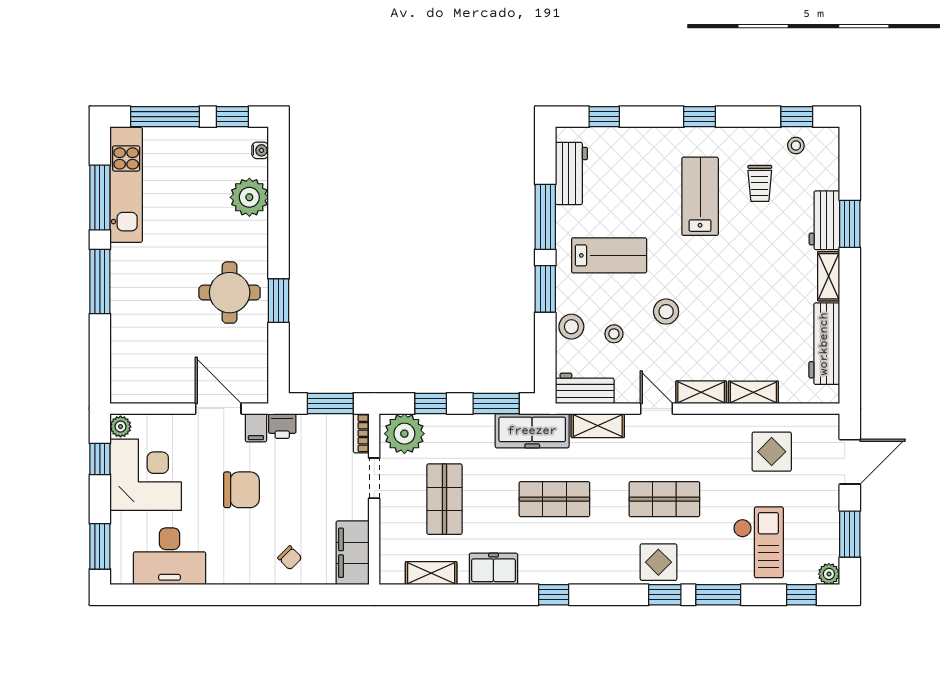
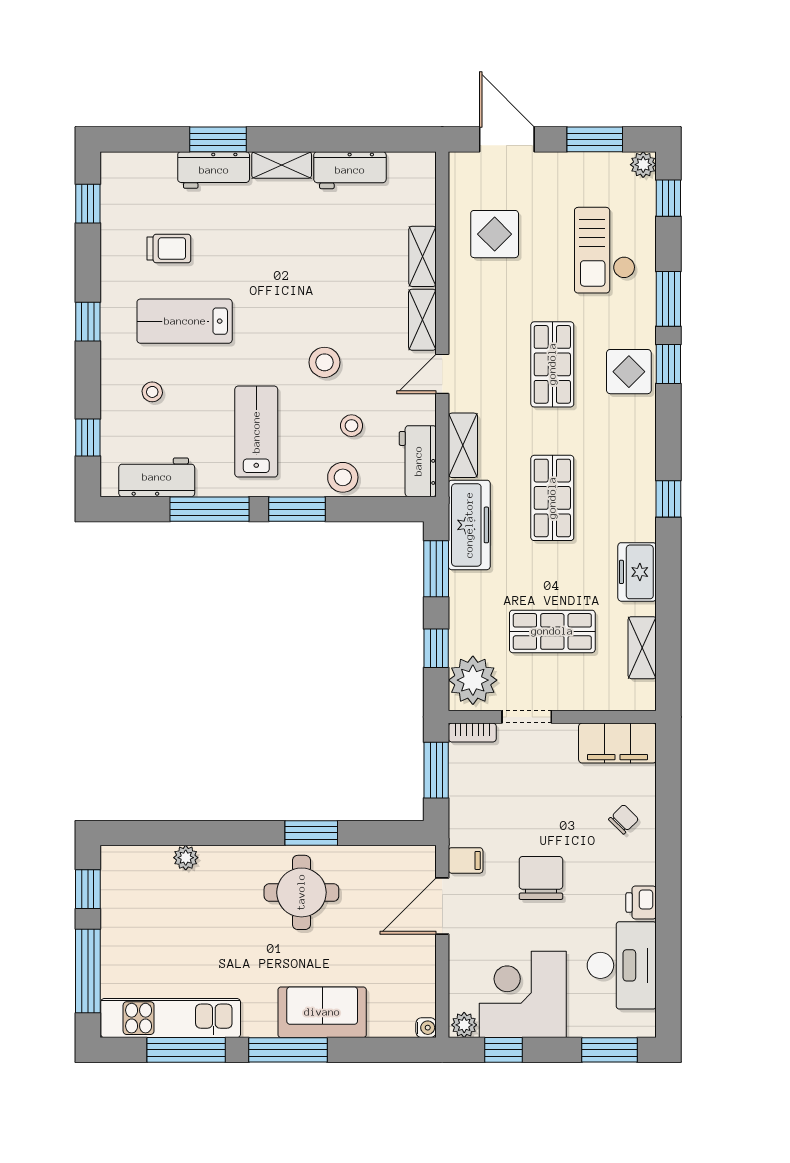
stool: (796, 145) -> (152, 392), moved
water cooler: (260, 150) -> (426, 1028), moved, turned 90
plant: (249, 197) -> (186, 858), width x0.53, depth x0.53
sofa: (131, 310) -> (322, 1012), added
workbench: (824, 344) -> (350, 170), width x0.73
printer: (282, 426) -> (641, 902), moved, turned 180
checkout: (758, 542) -> (605, 250), turned -90

